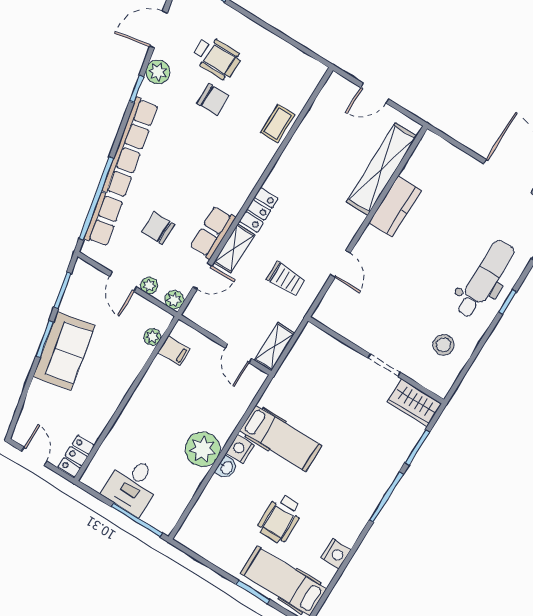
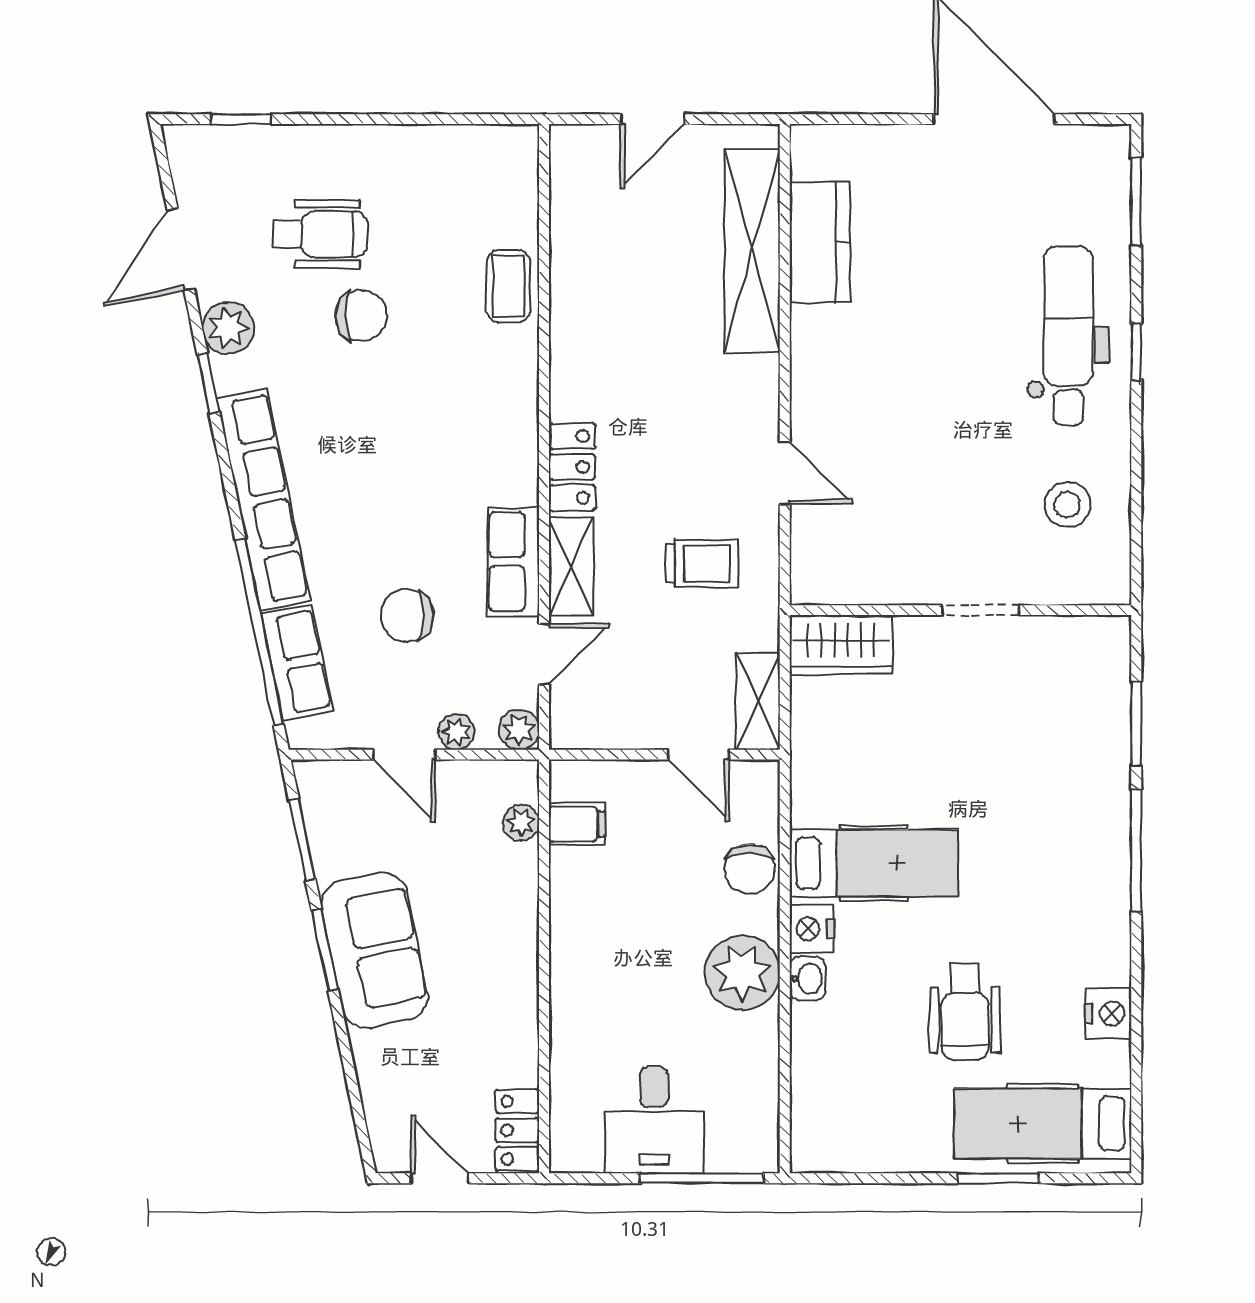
kitchen counter: (395, 207) -> (820, 242), moved
wardrobe: (414, 403) -> (841, 645), moved
chair: (231, 410) -> (749, 869), added

